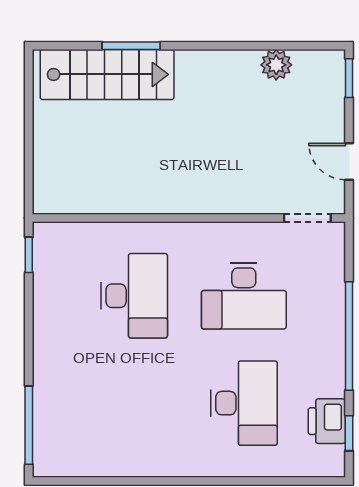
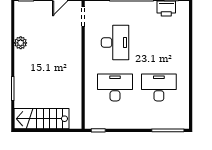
plant: (276, 65) -> (21, 43), moved
stairs: (107, 74) -> (42, 119), moved, turned -90
desk: (244, 403) -> (159, 87), moved

